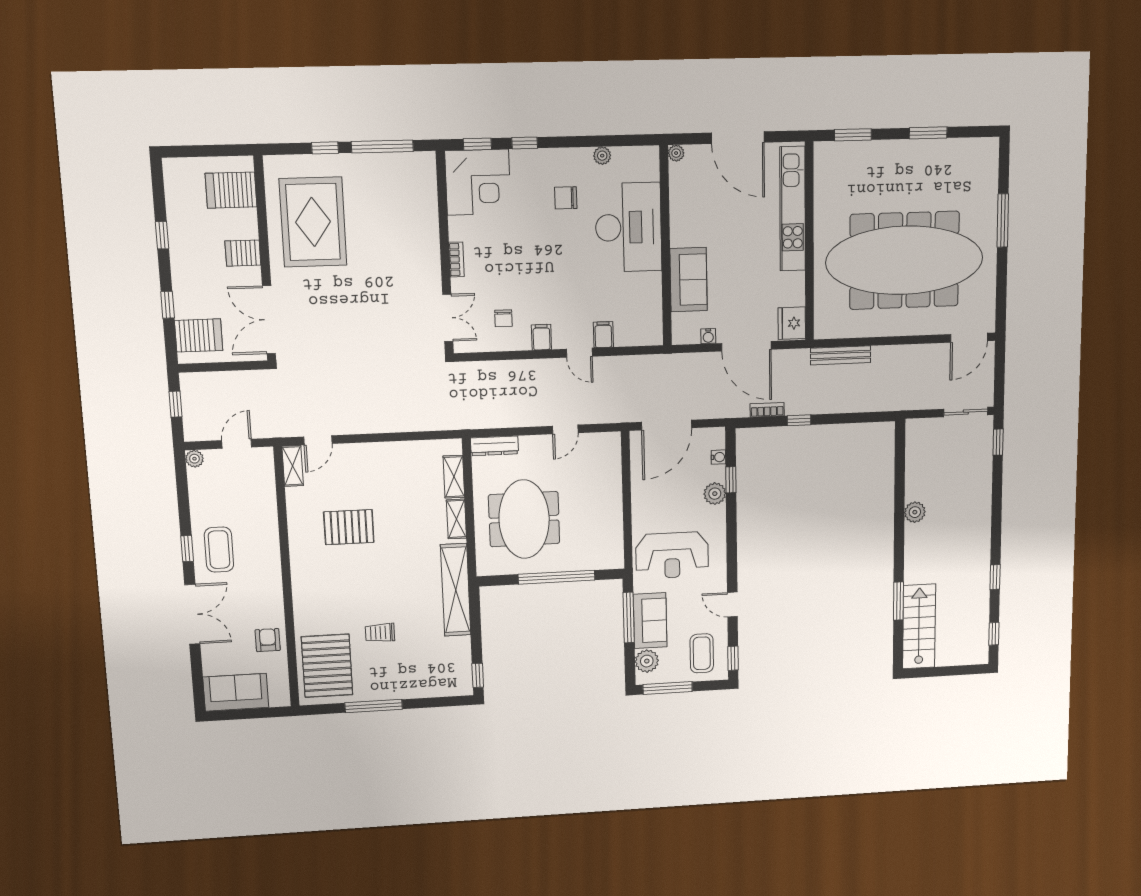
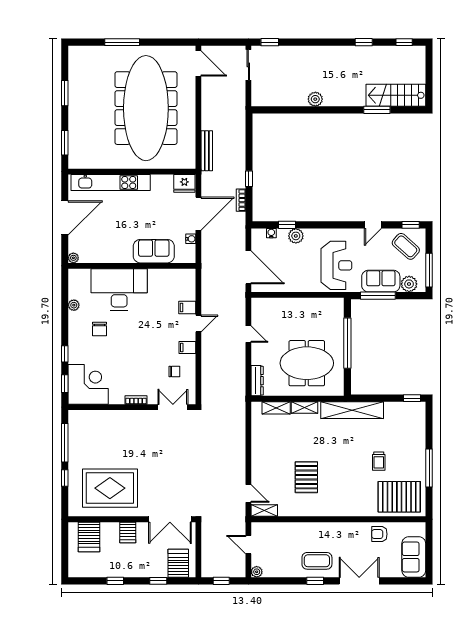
coffee table: (702, 653) -> (406, 246), turned 42

